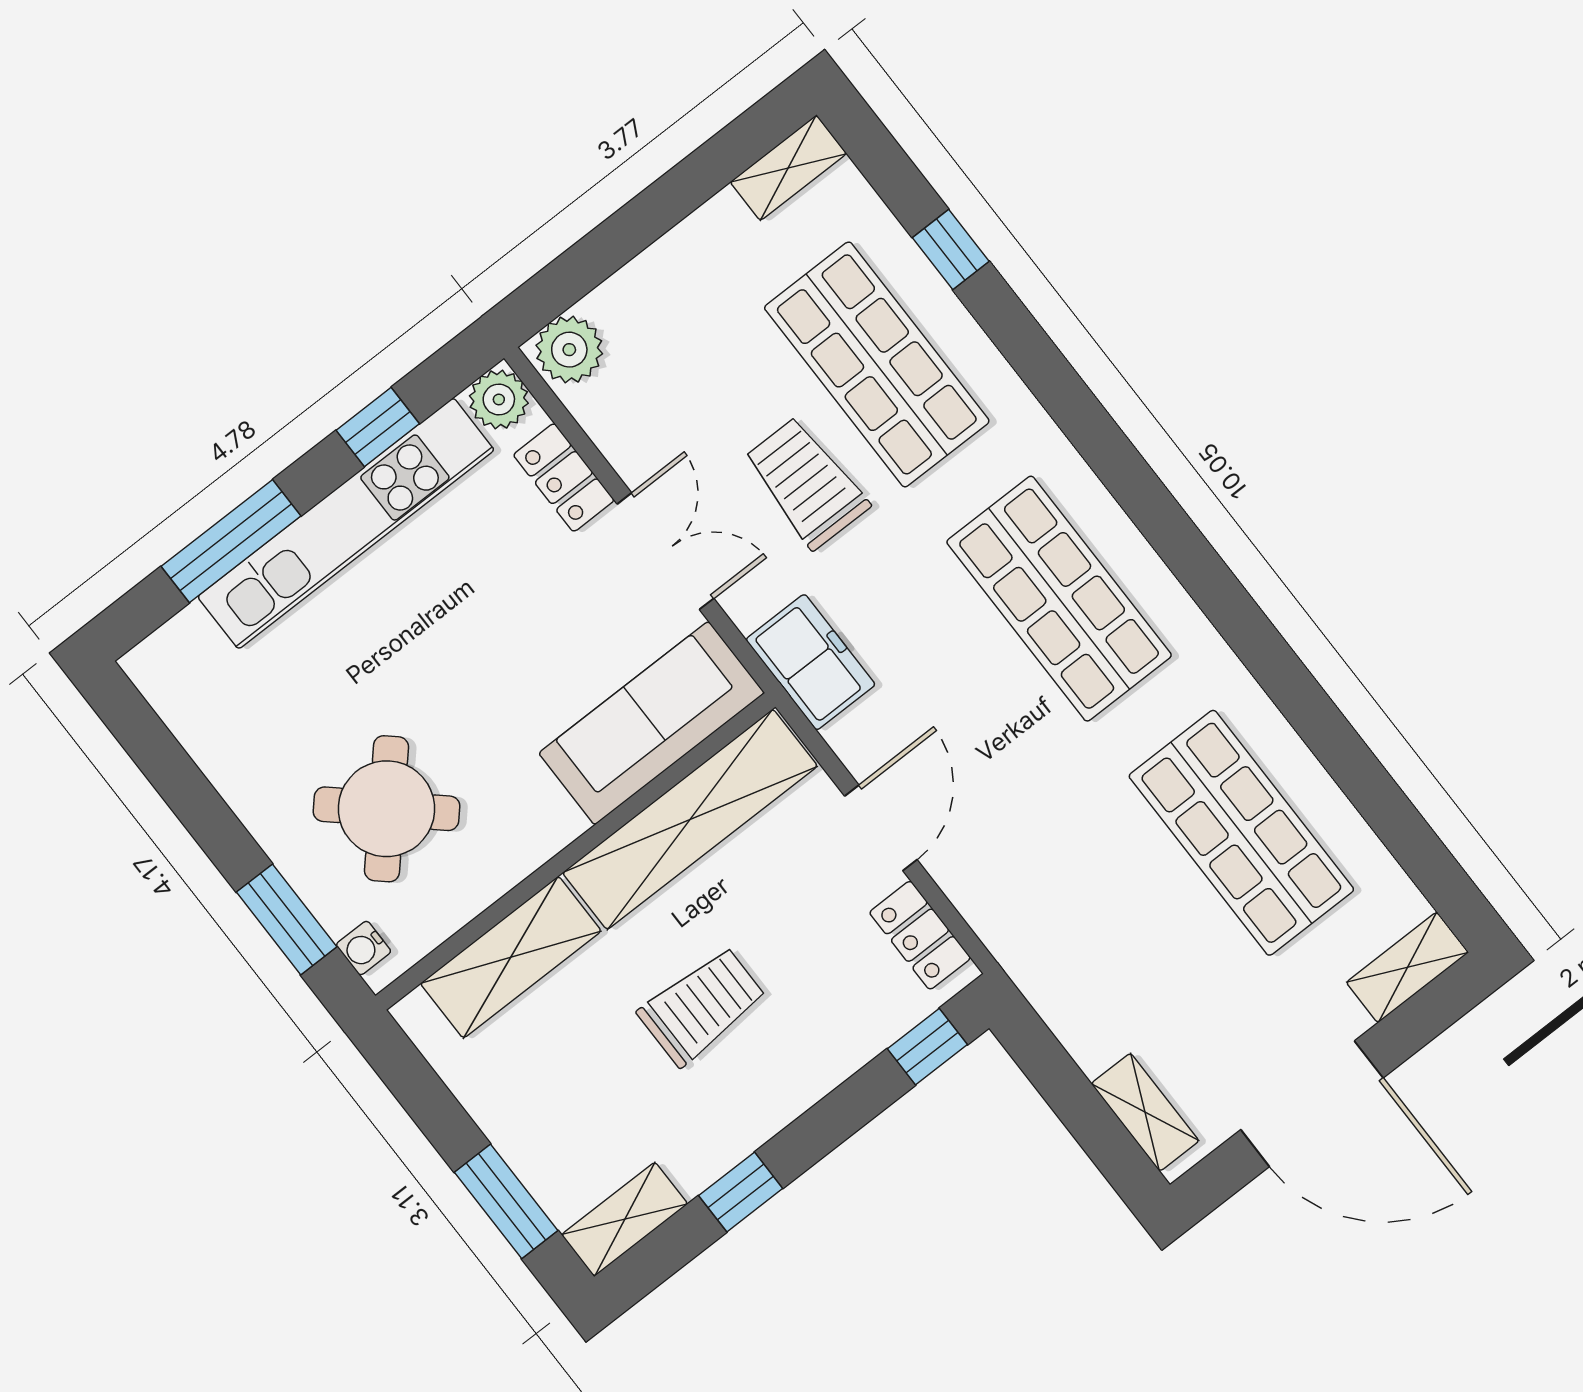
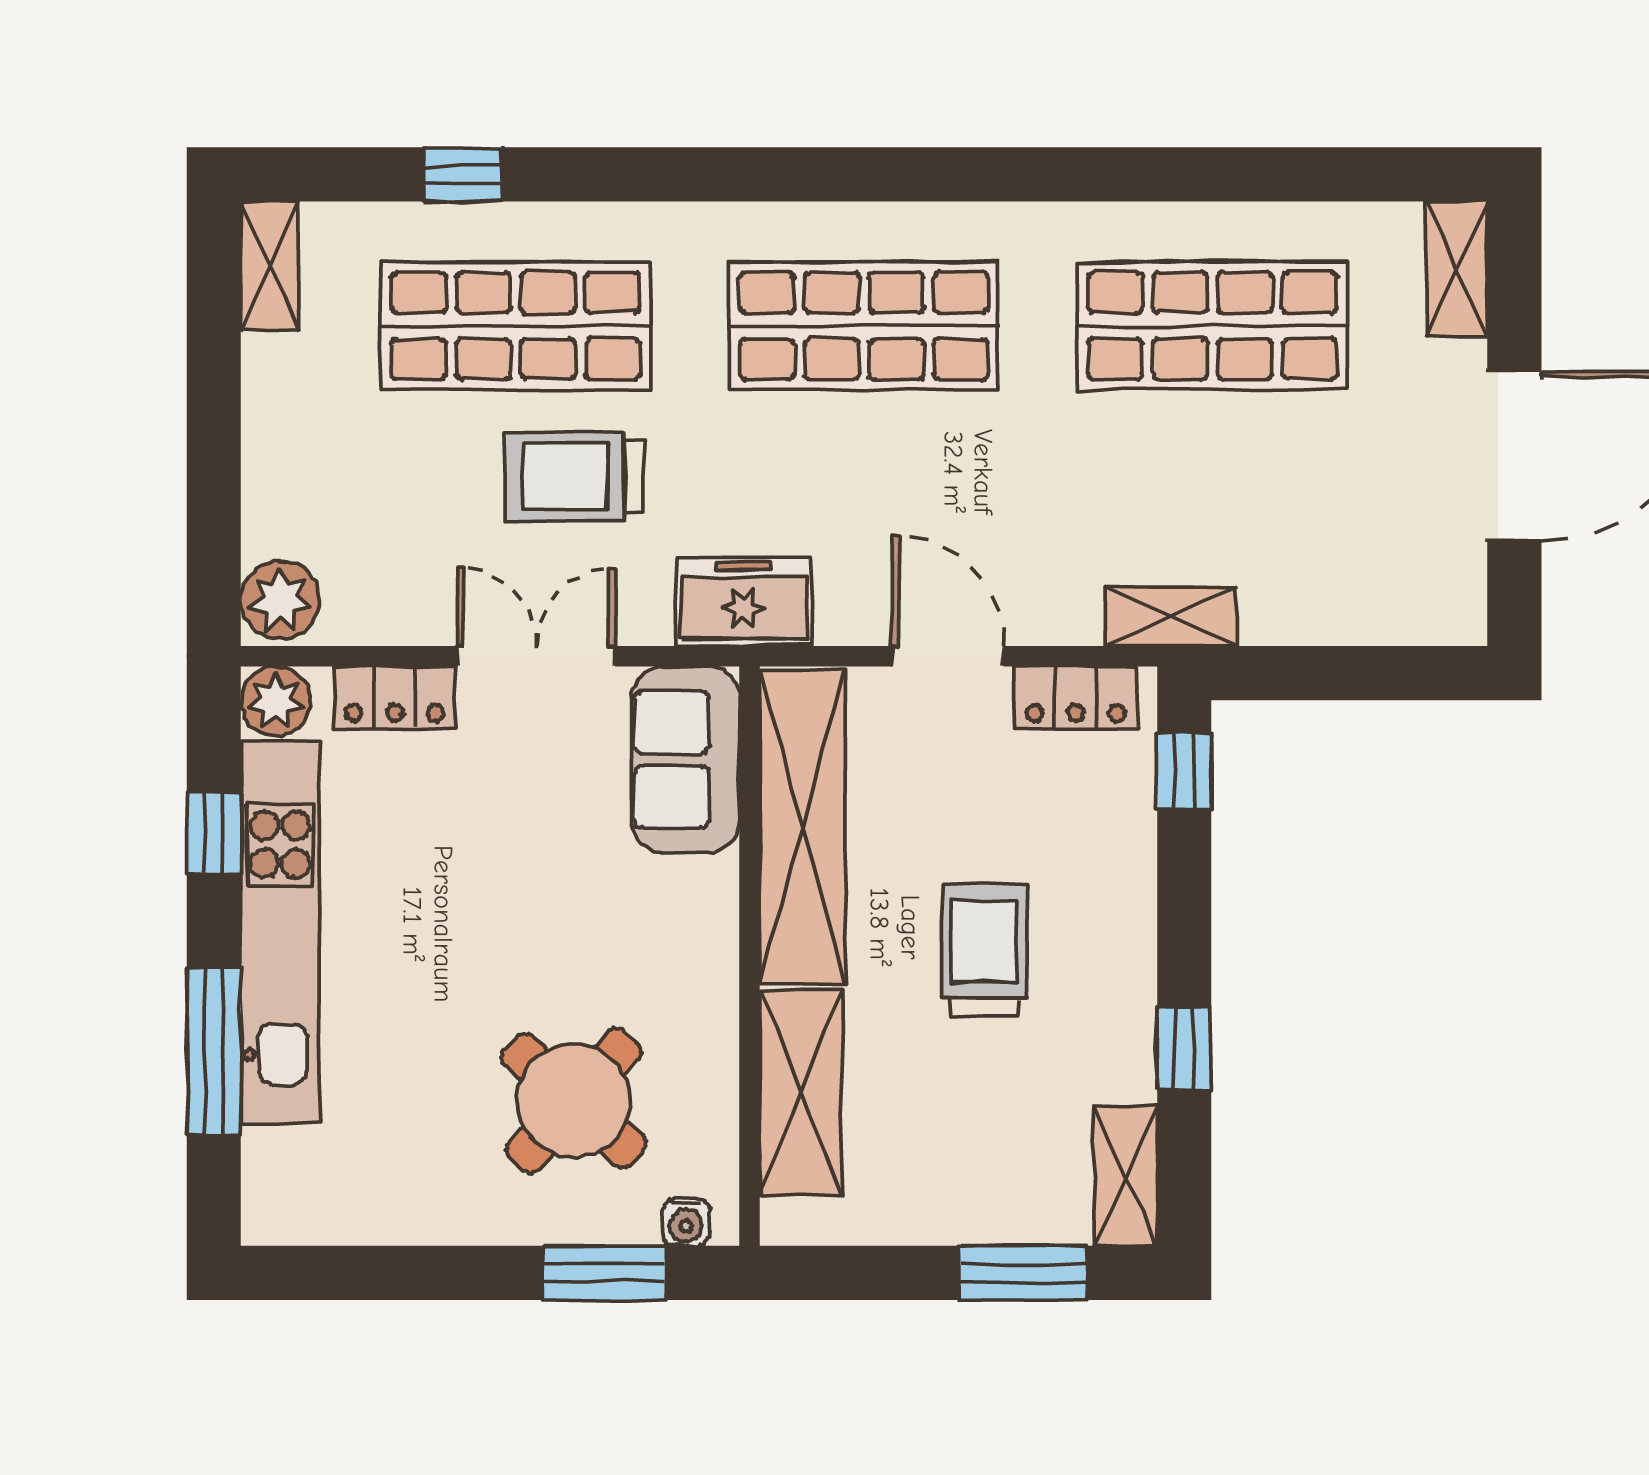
sofa: (652, 723) -> (686, 760), width x0.73
shelving: (1145, 1112) -> (1171, 617), moved

